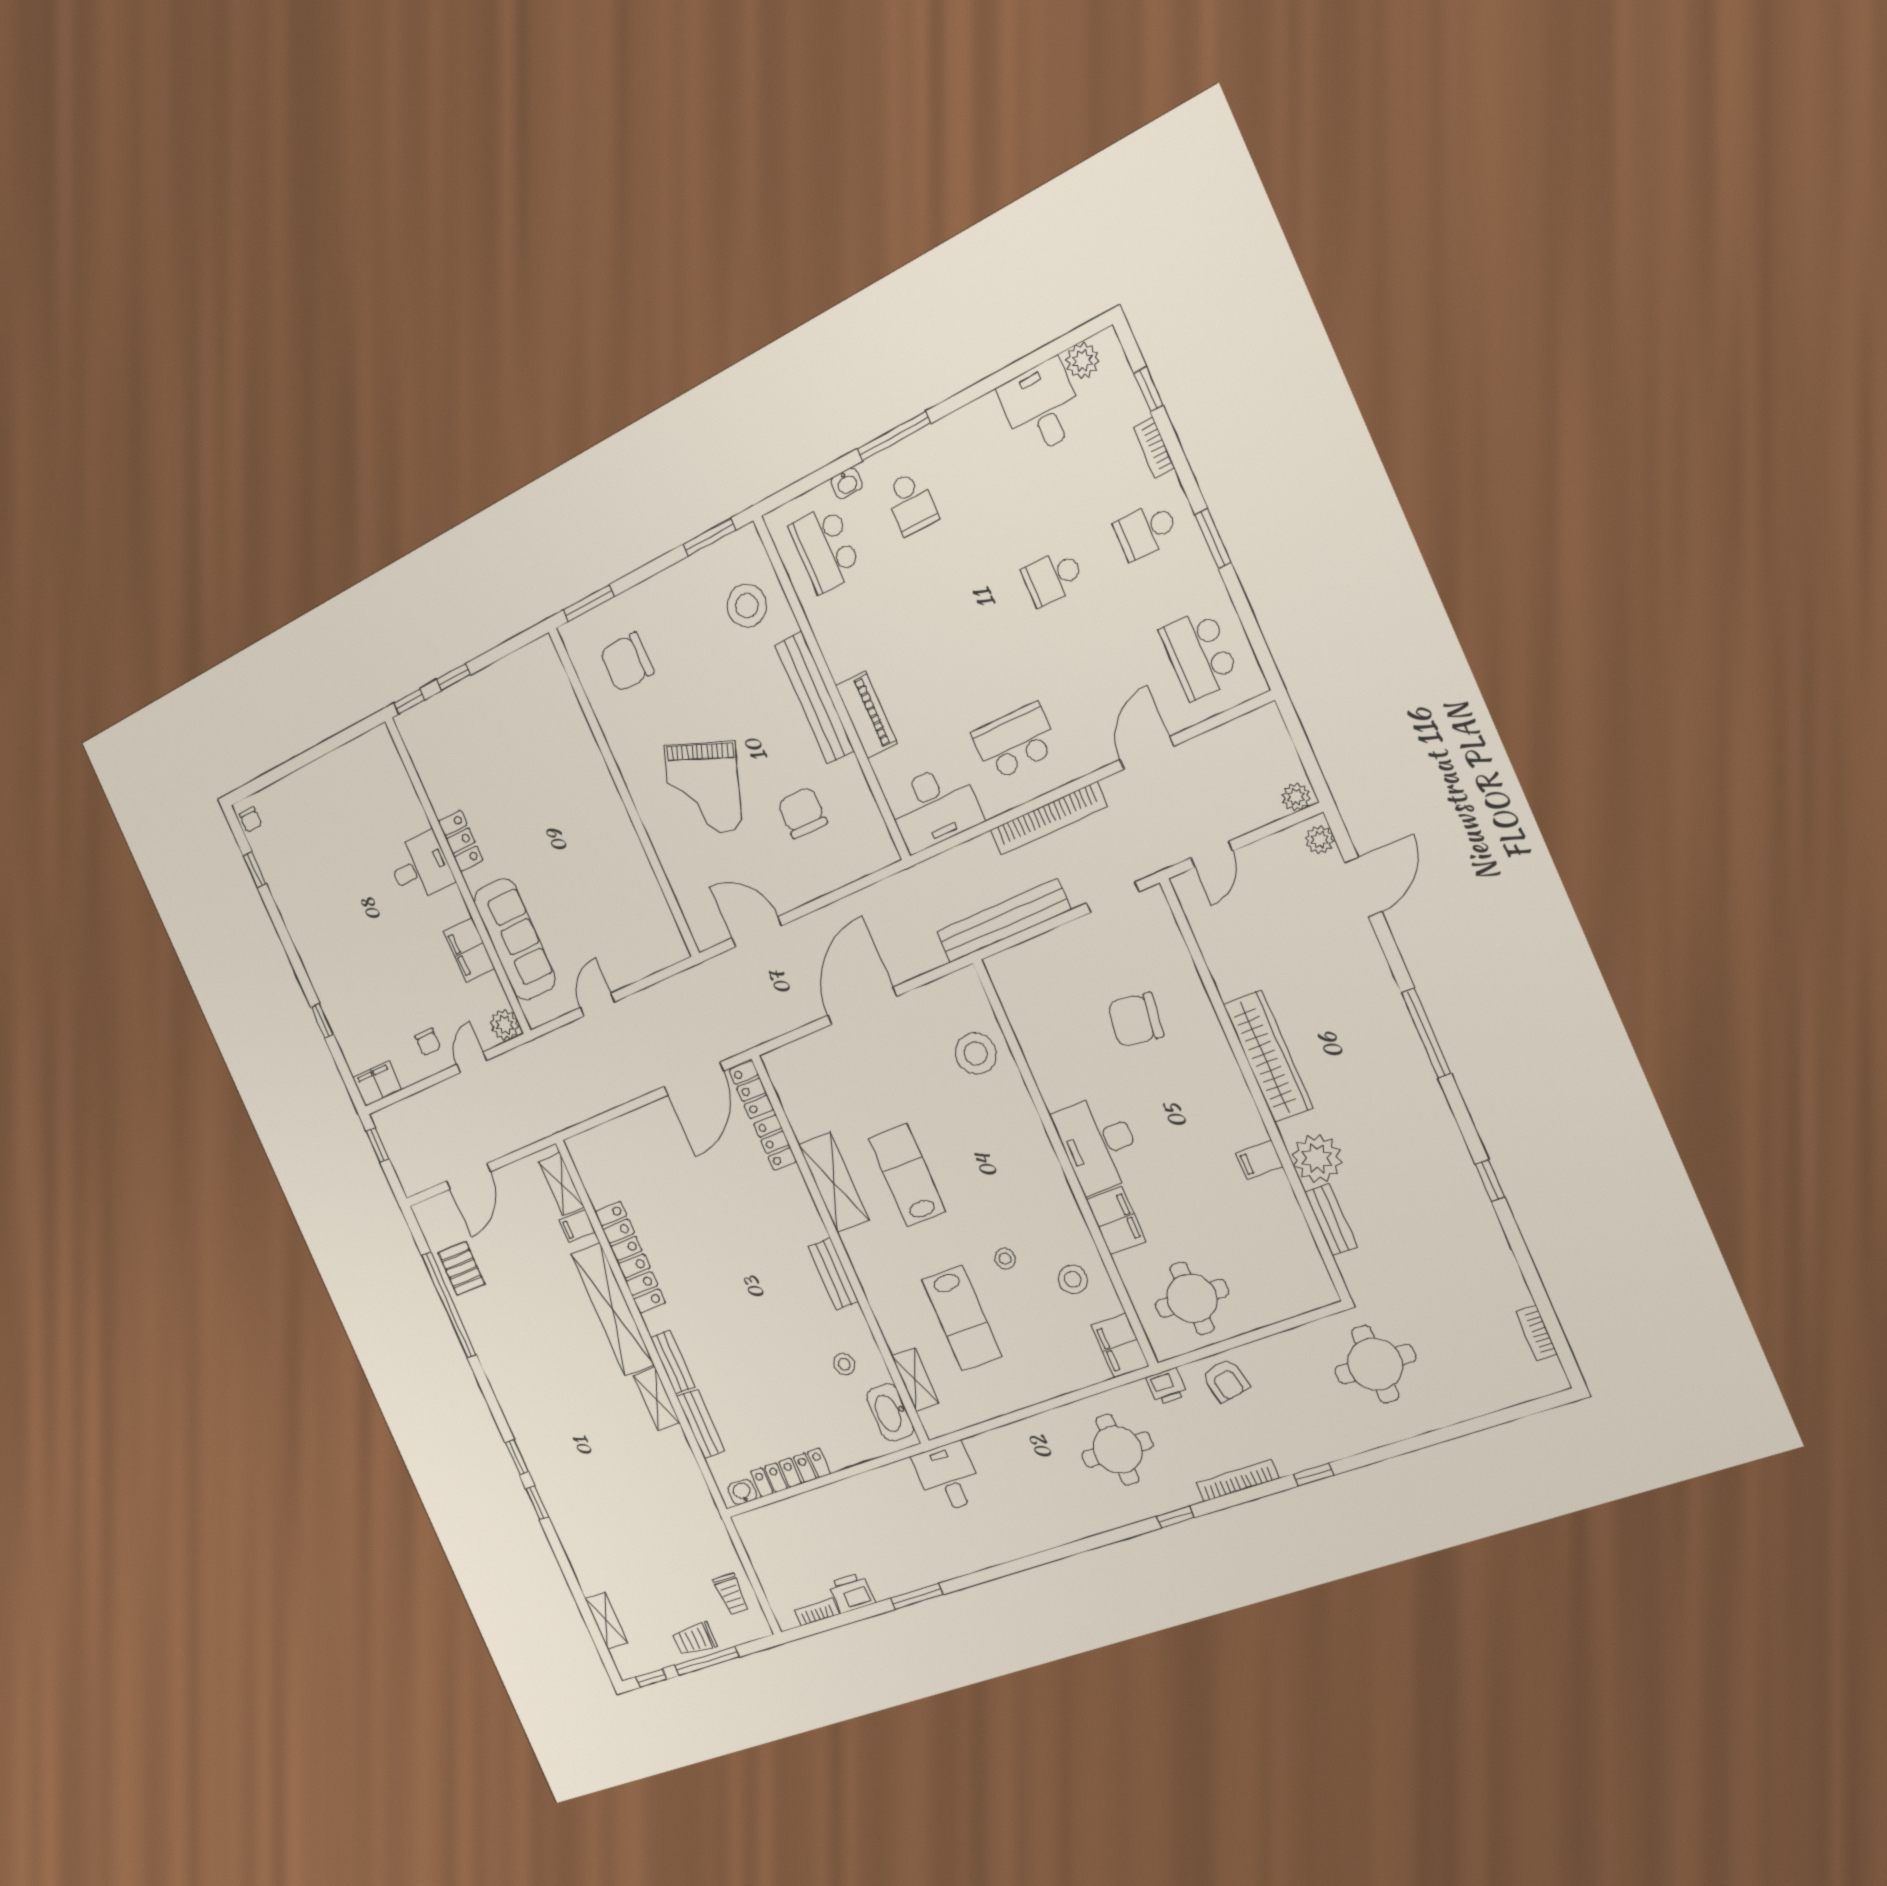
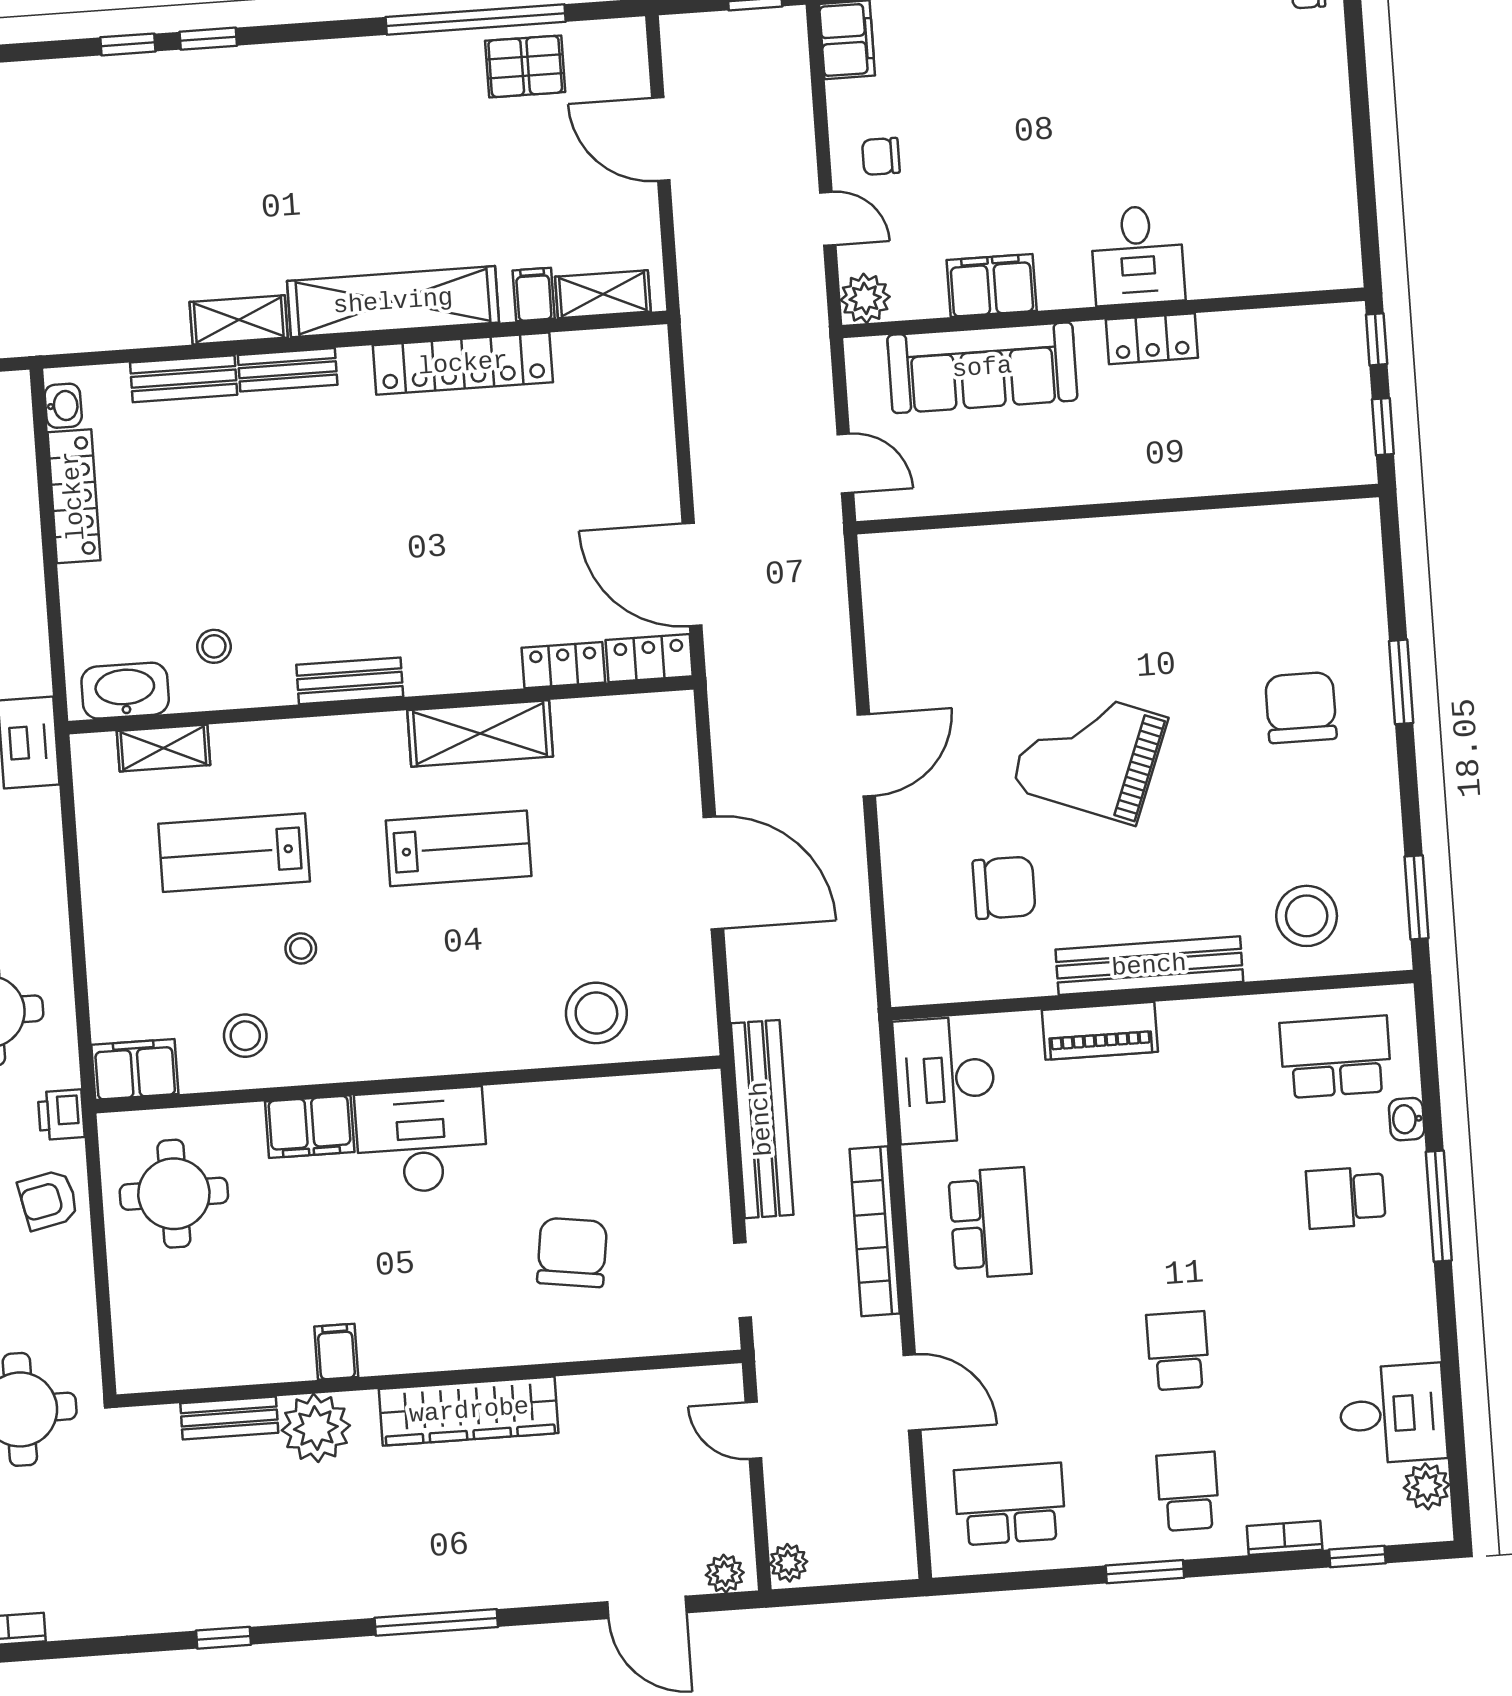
wall: (624, 793) -> (1118, 509), moved

